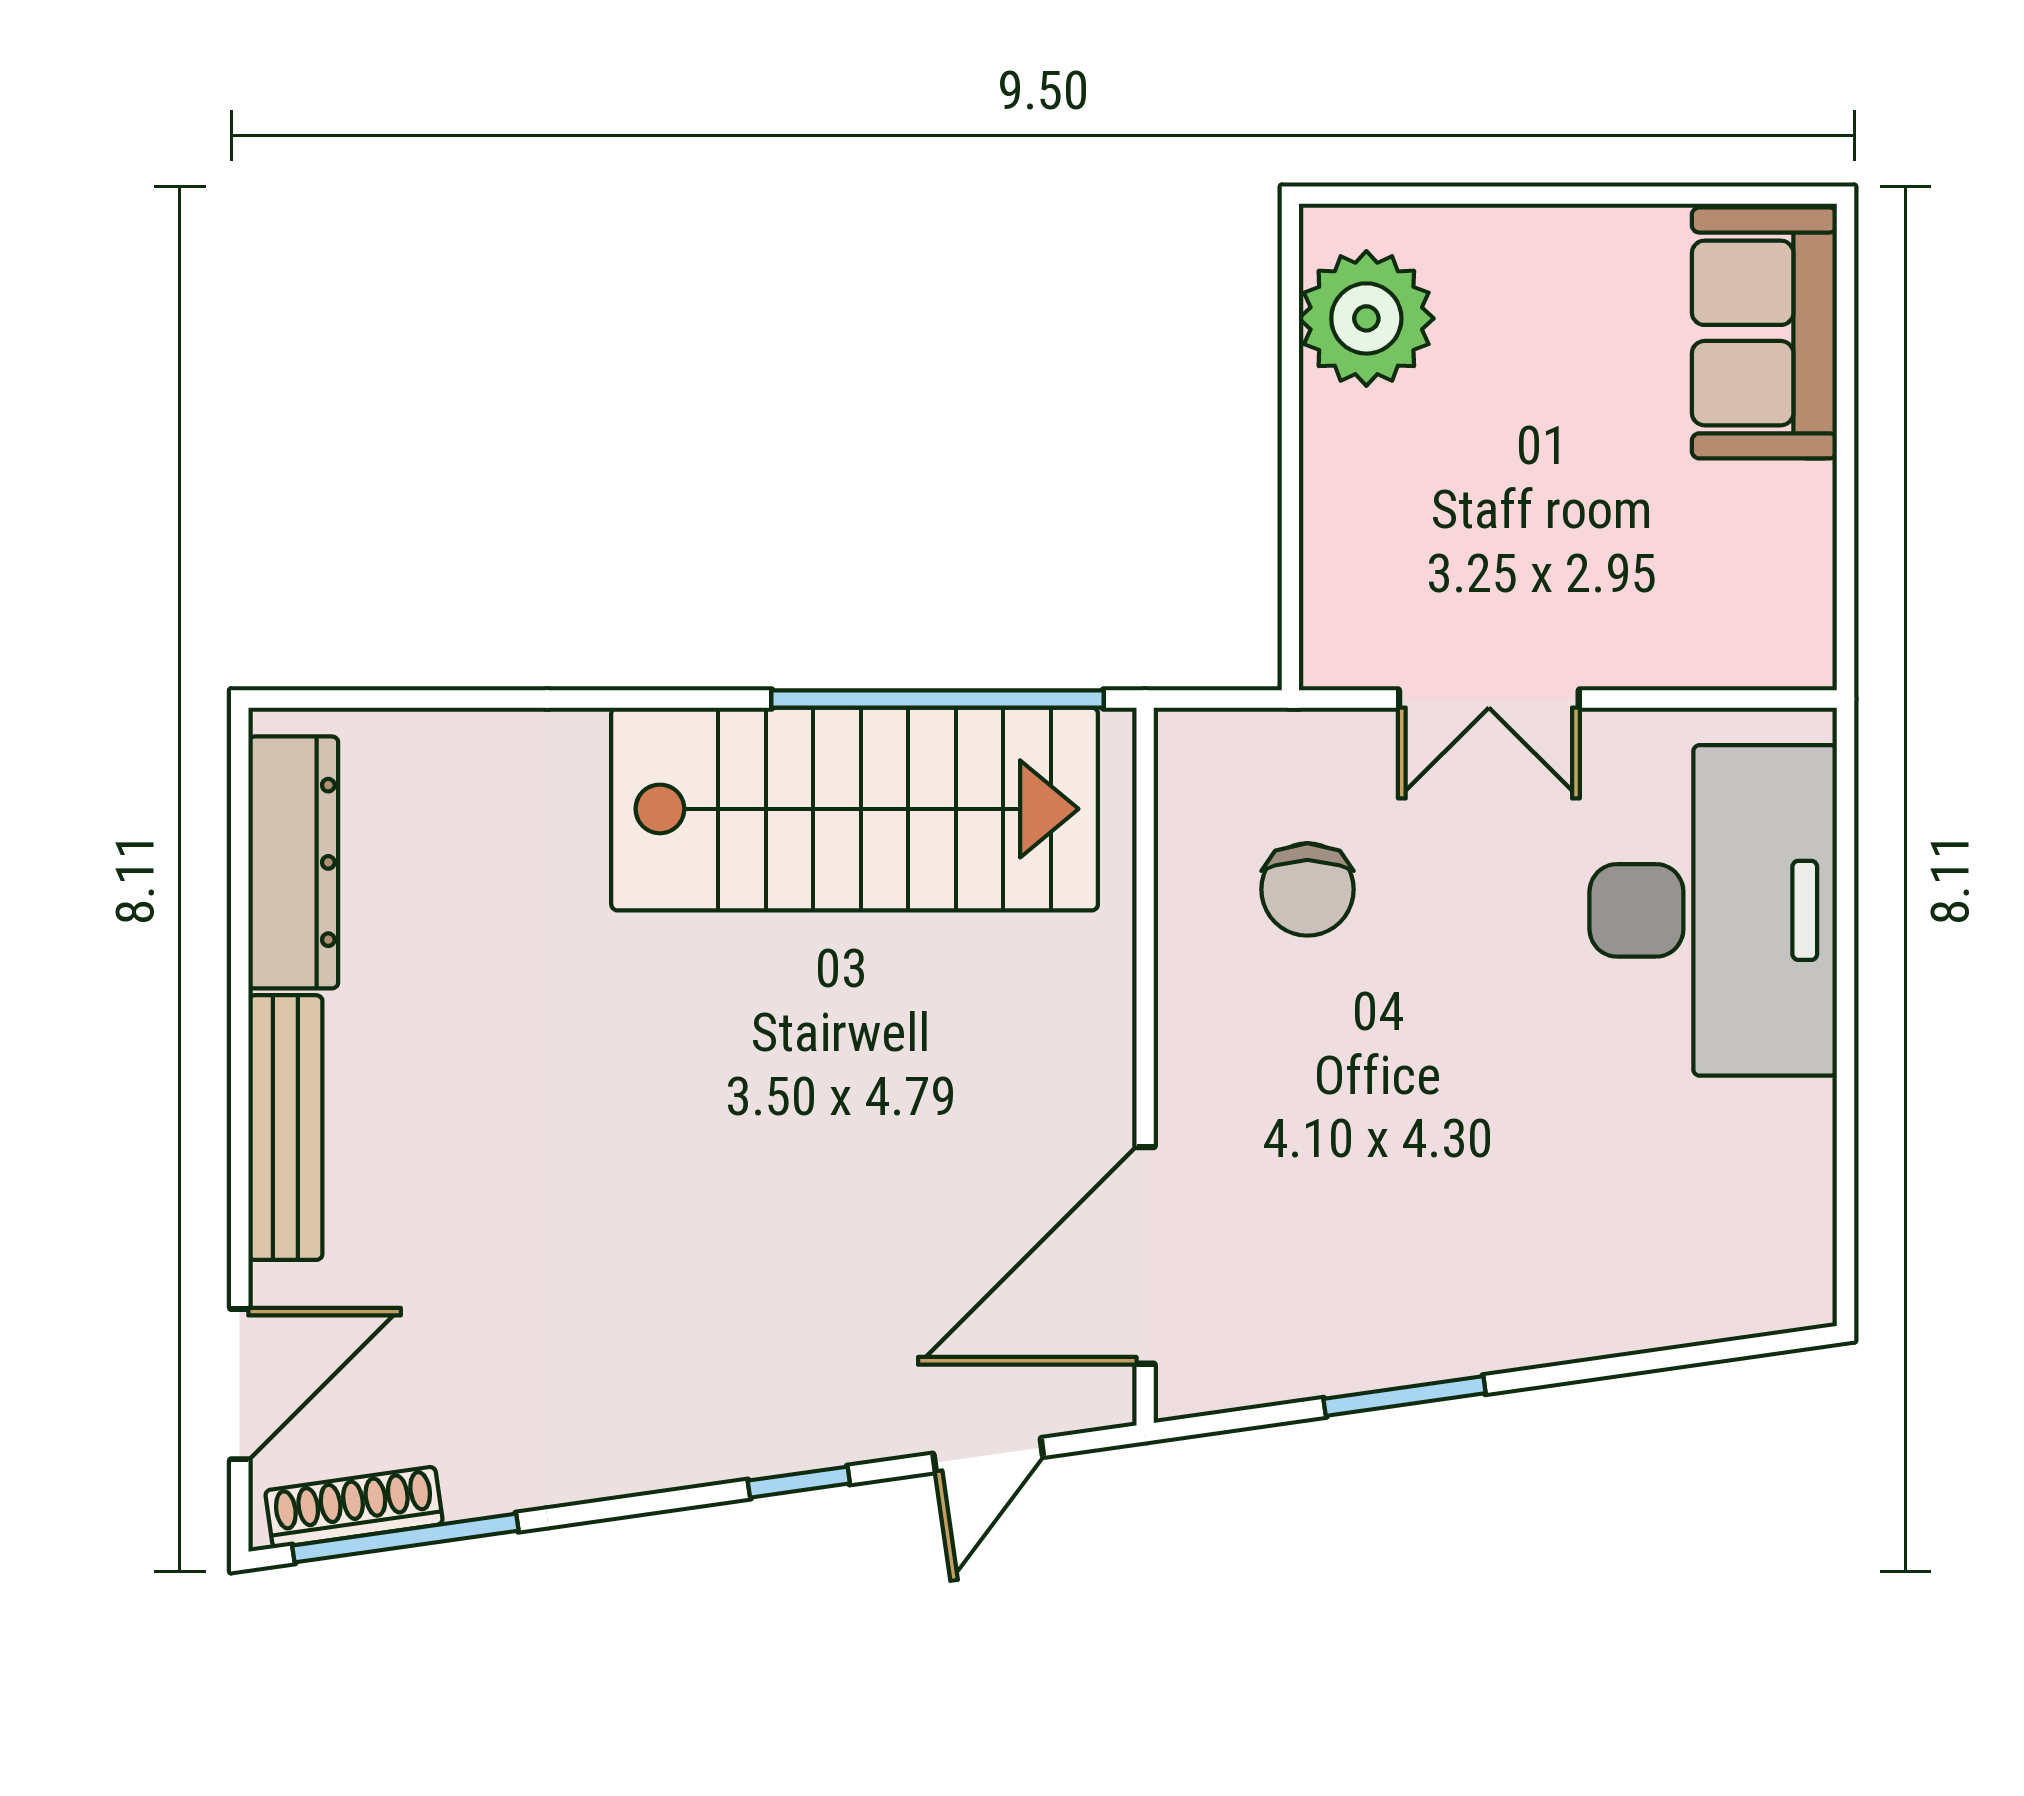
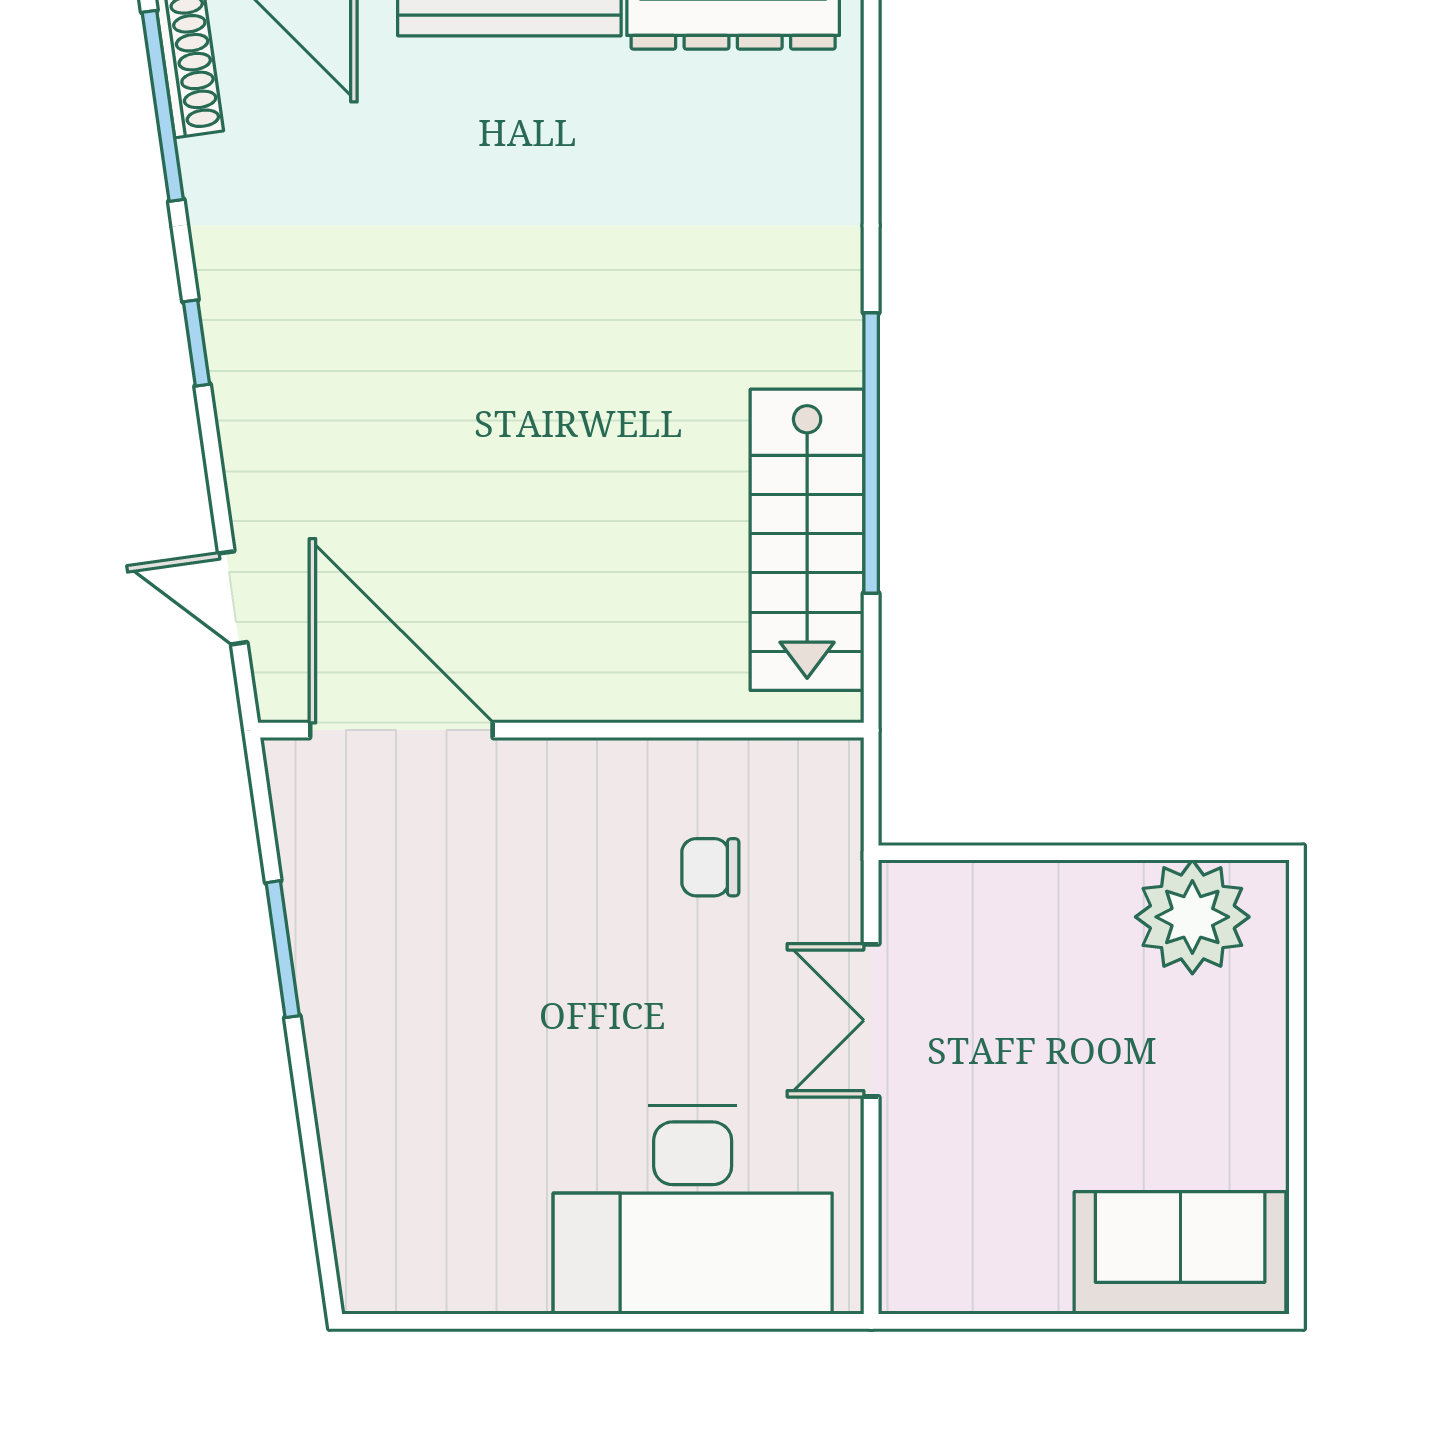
window: (937, 699) -> (871, 453), moved
stairs: (855, 809) -> (807, 540), width x0.73, depth x0.66
chair: (1307, 889) -> (710, 867), width x0.73, depth x0.73
window: (799, 1482) -> (197, 343), moved

